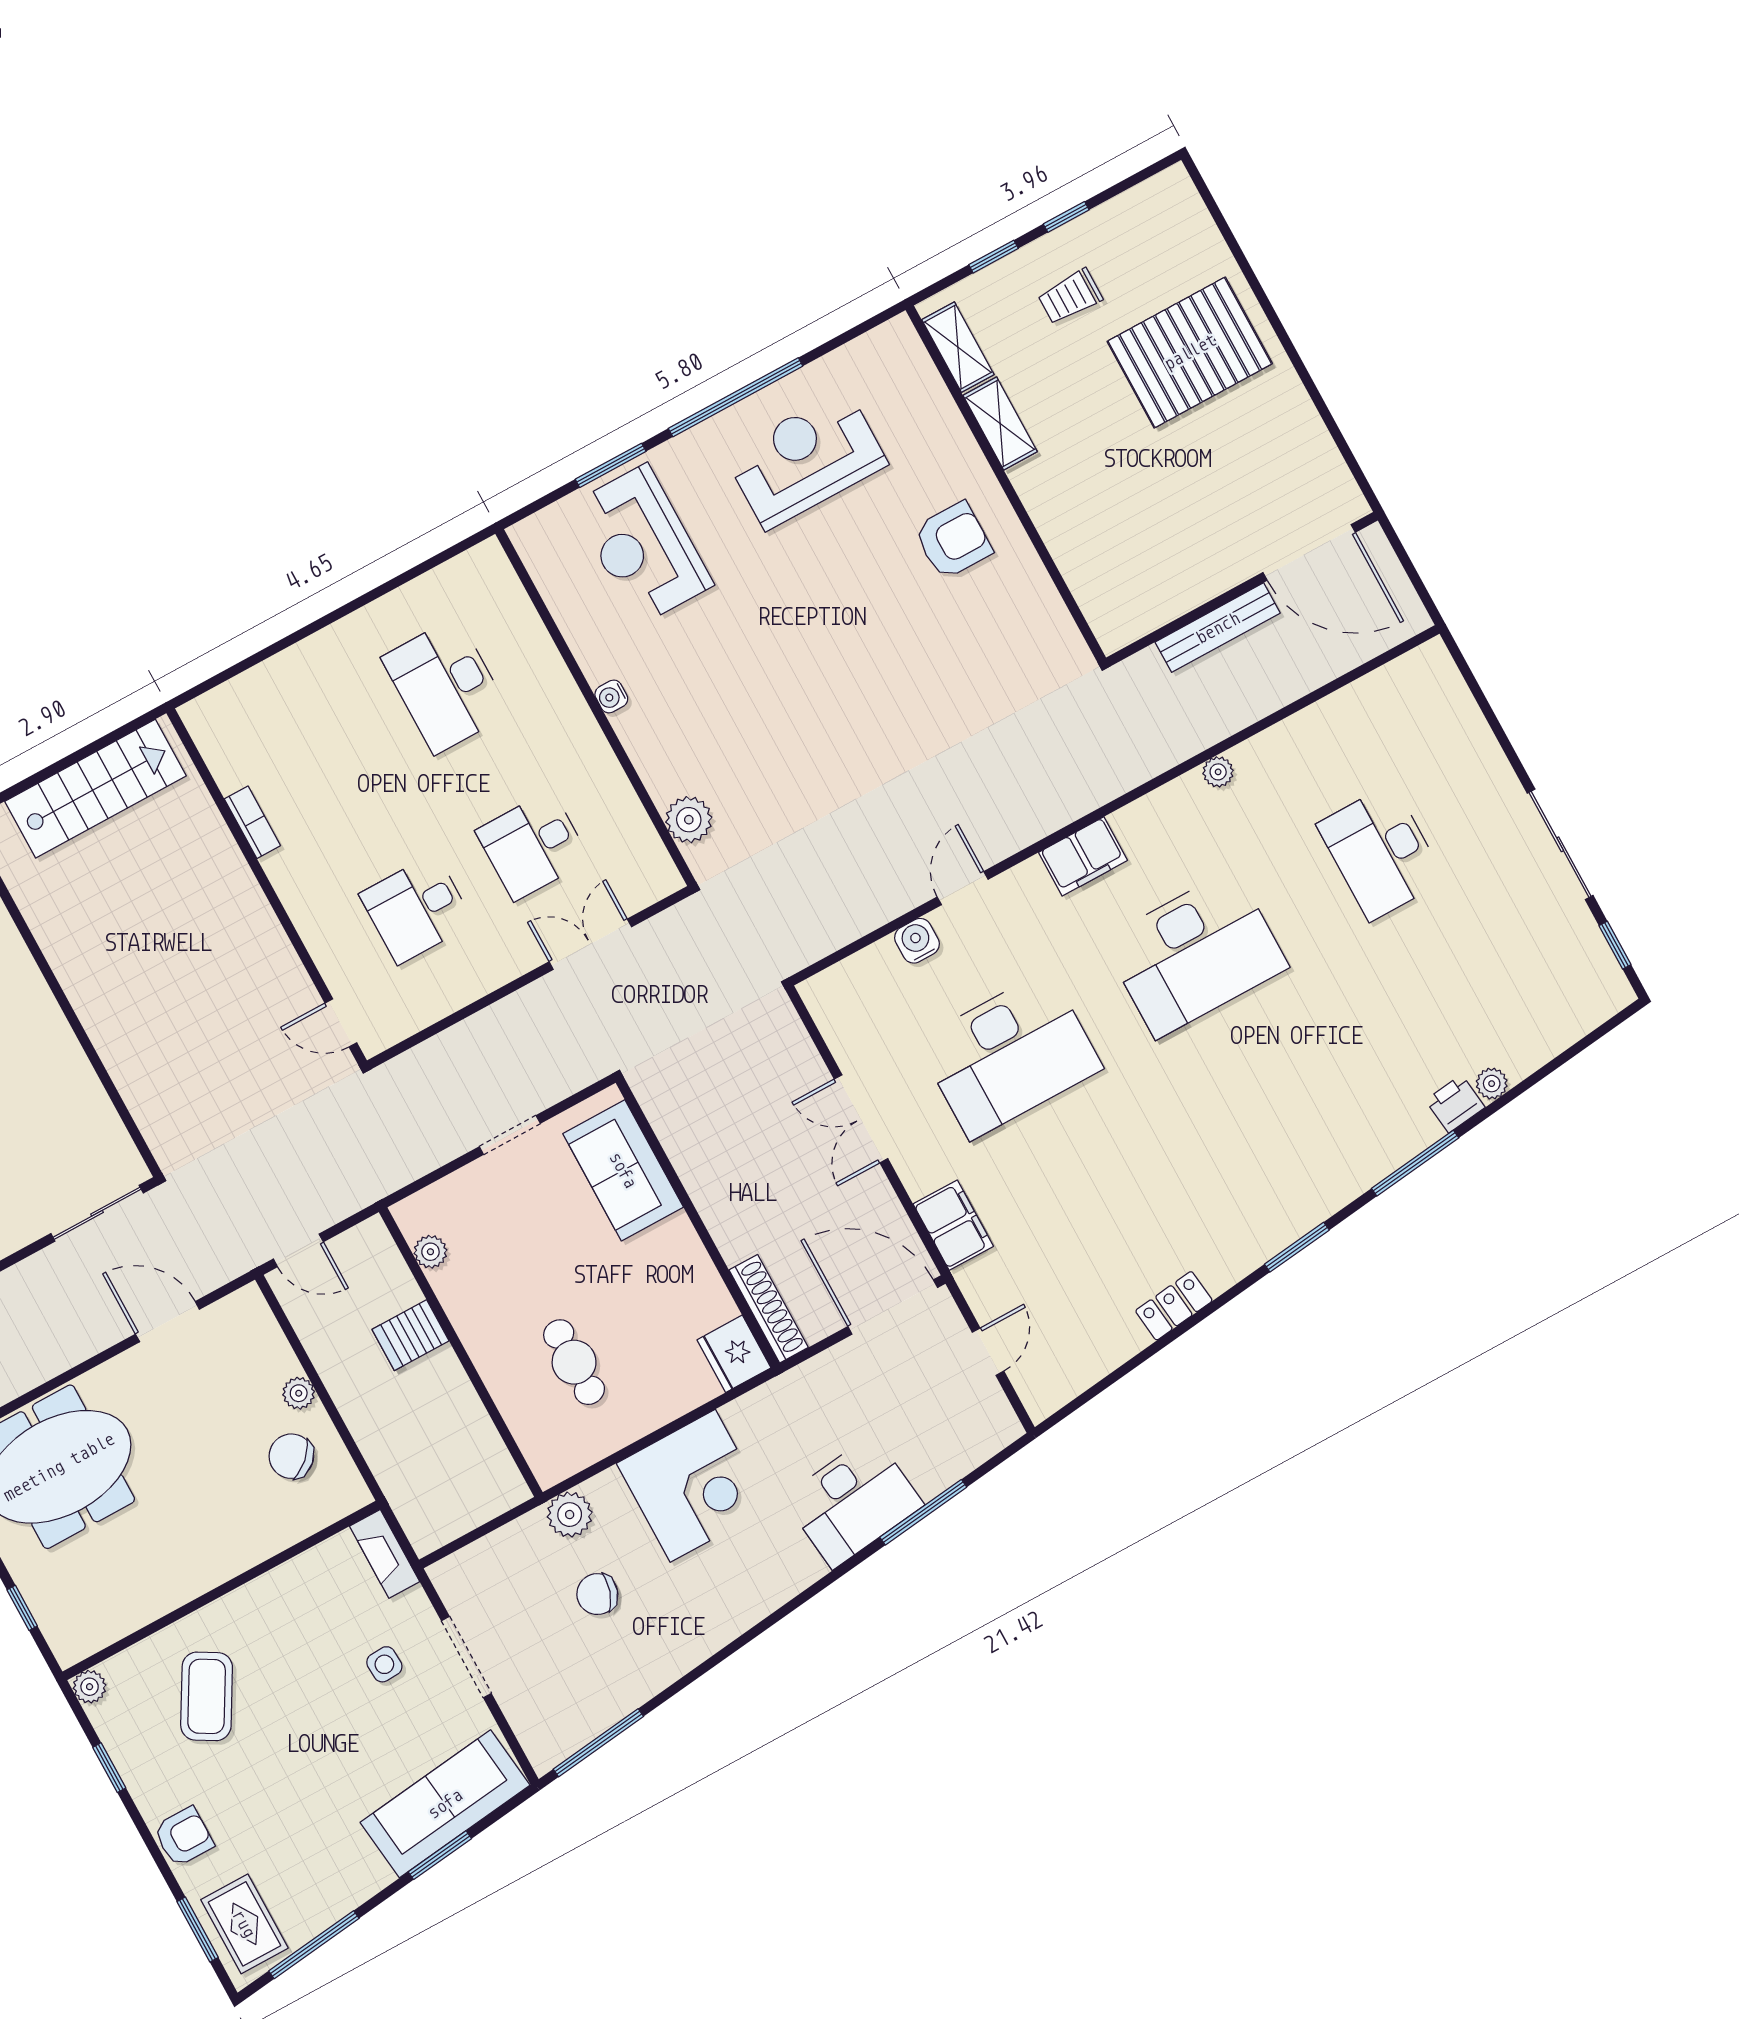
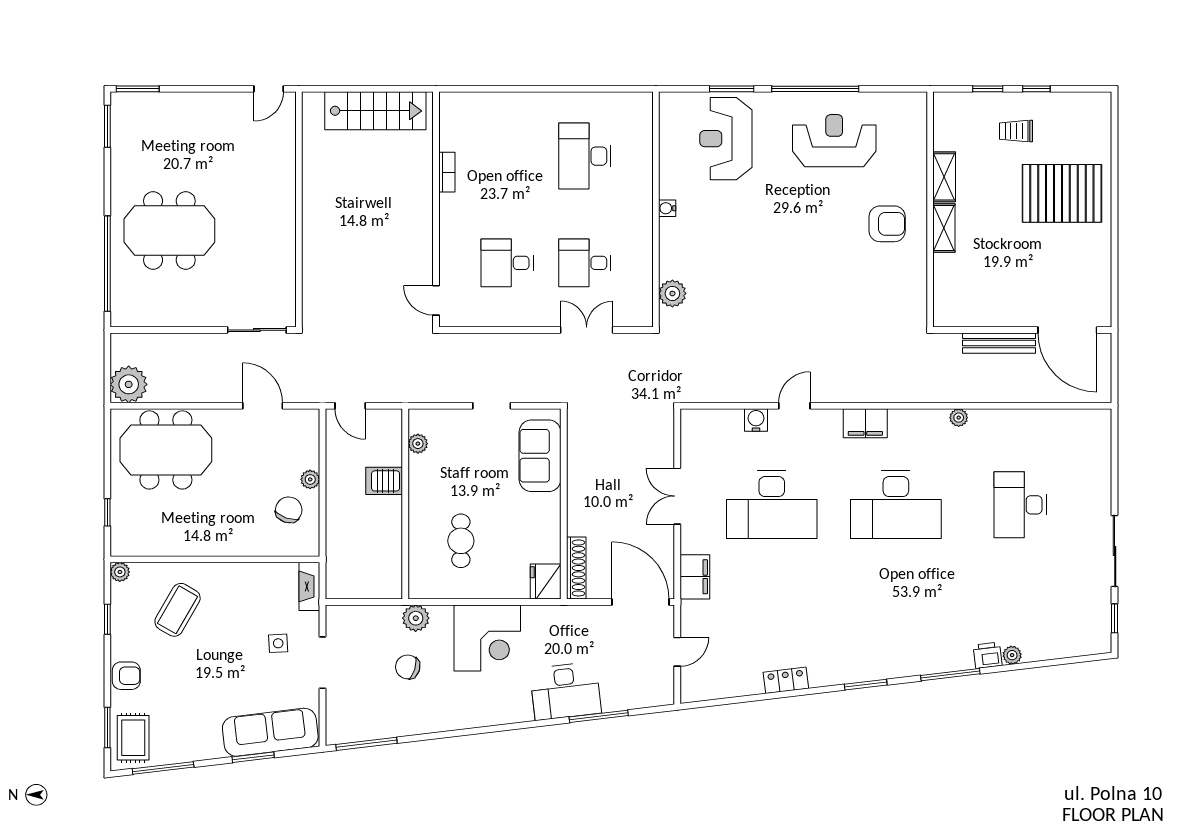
shelving: (958, 347) -> (944, 228), moved
chair: (291, 1456) -> (289, 510), turned 62

